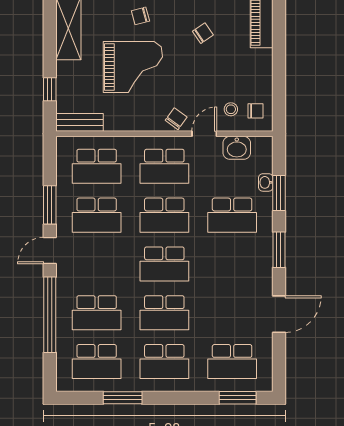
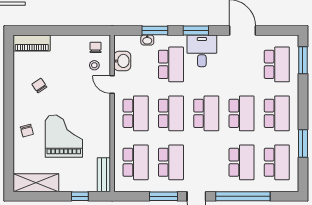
chair: (176, 119) -> (101, 105), removed
desk: (251, 258) -> (202, 51), added

